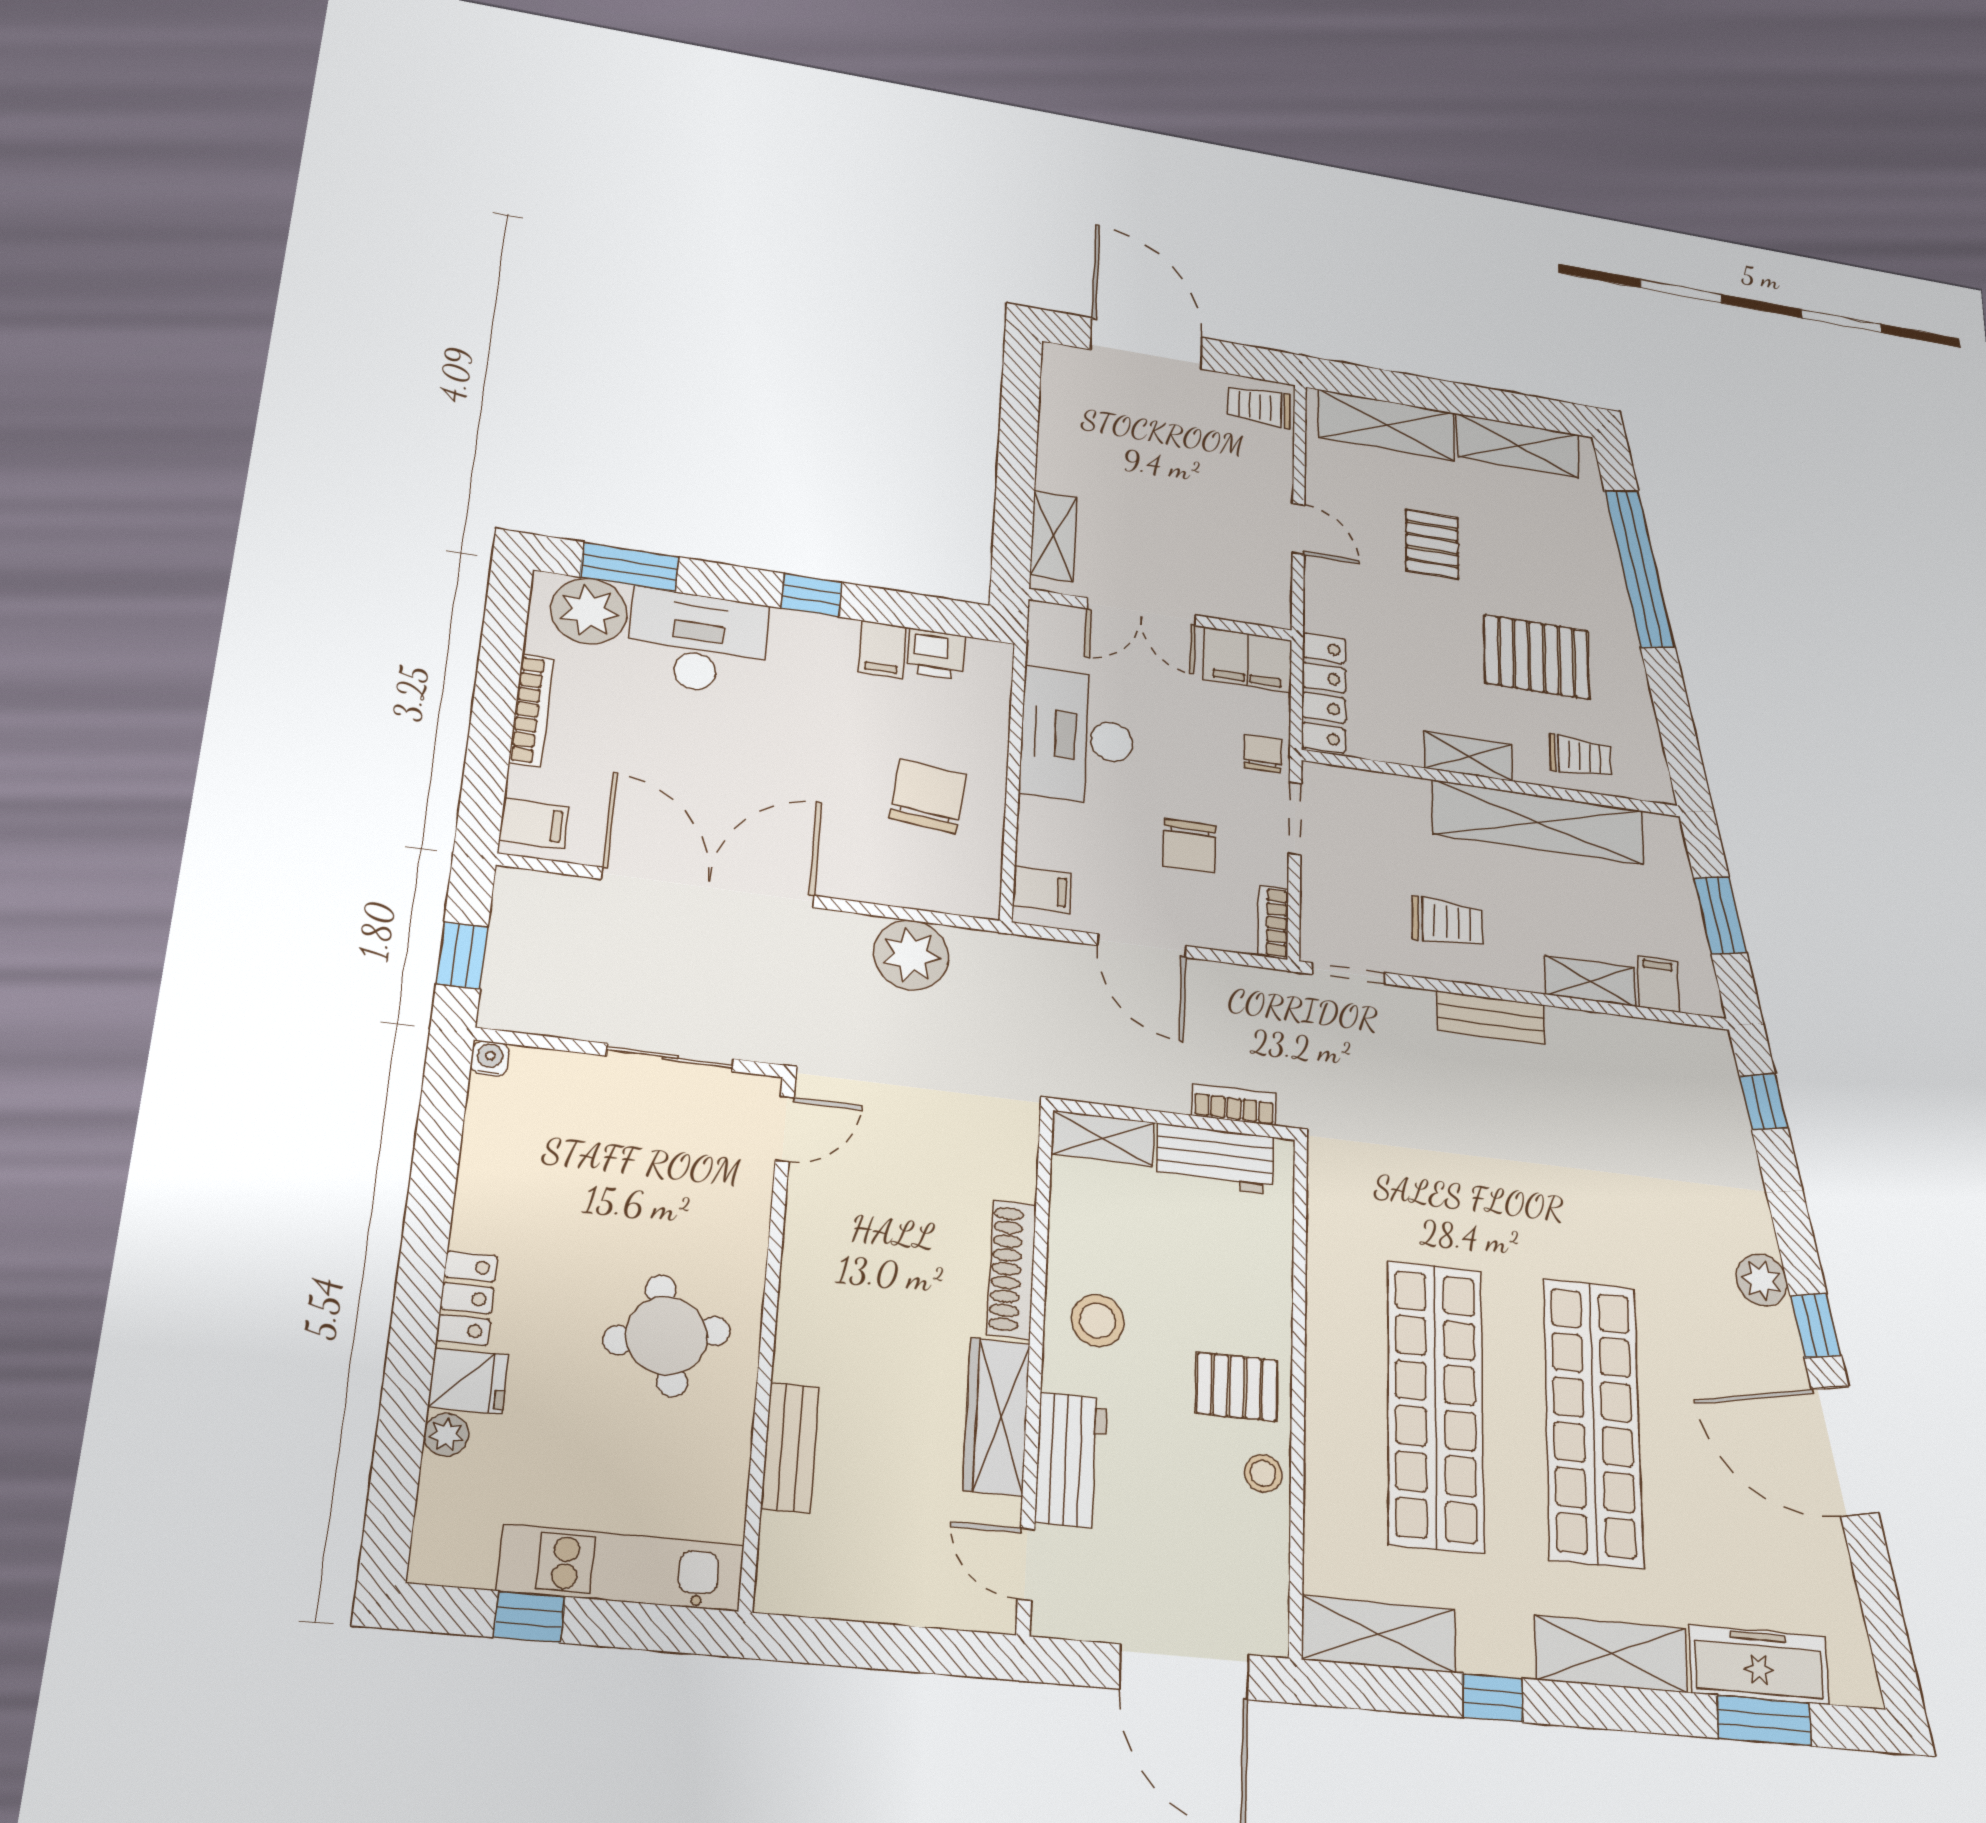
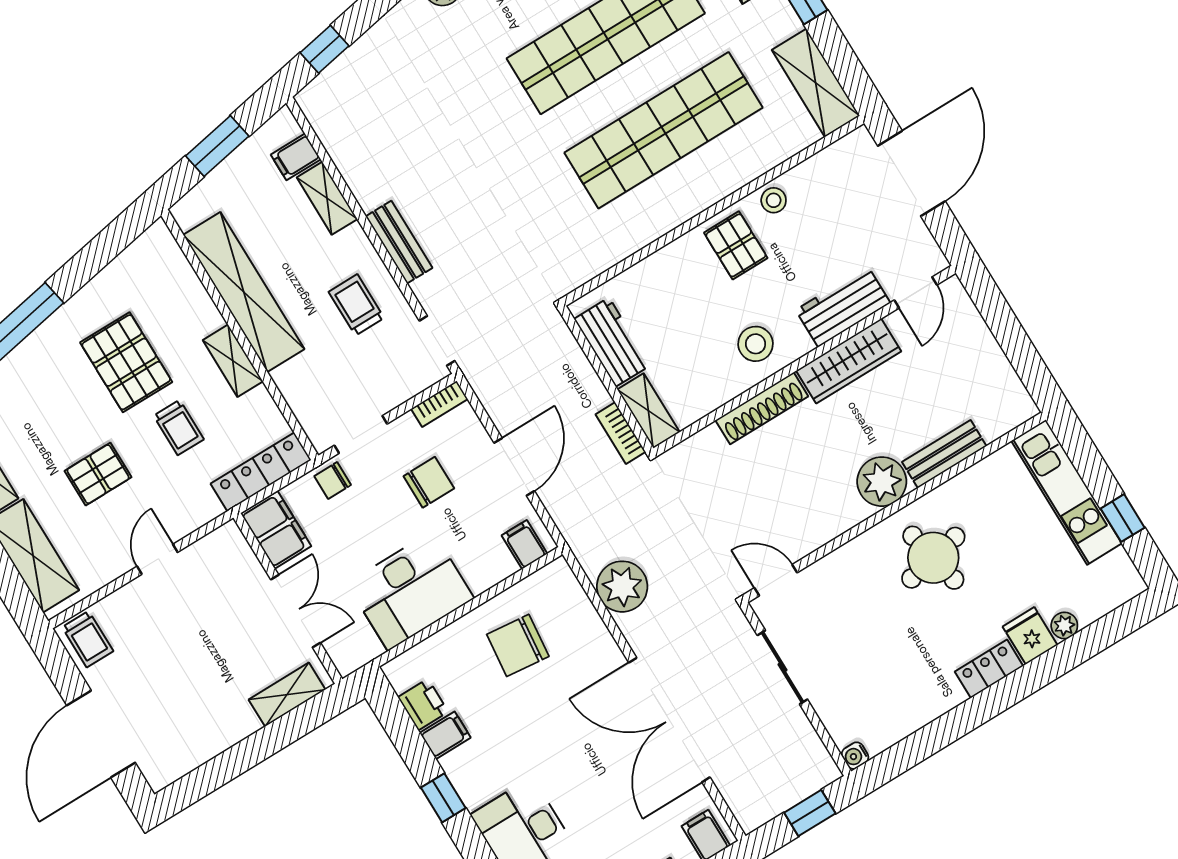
trolley: (1580, 756) -> (179, 428), moved, turned 180
bookcase: (1234, 1105) -> (620, 433), moved
plant: (813, 1344) -> (882, 482), added

